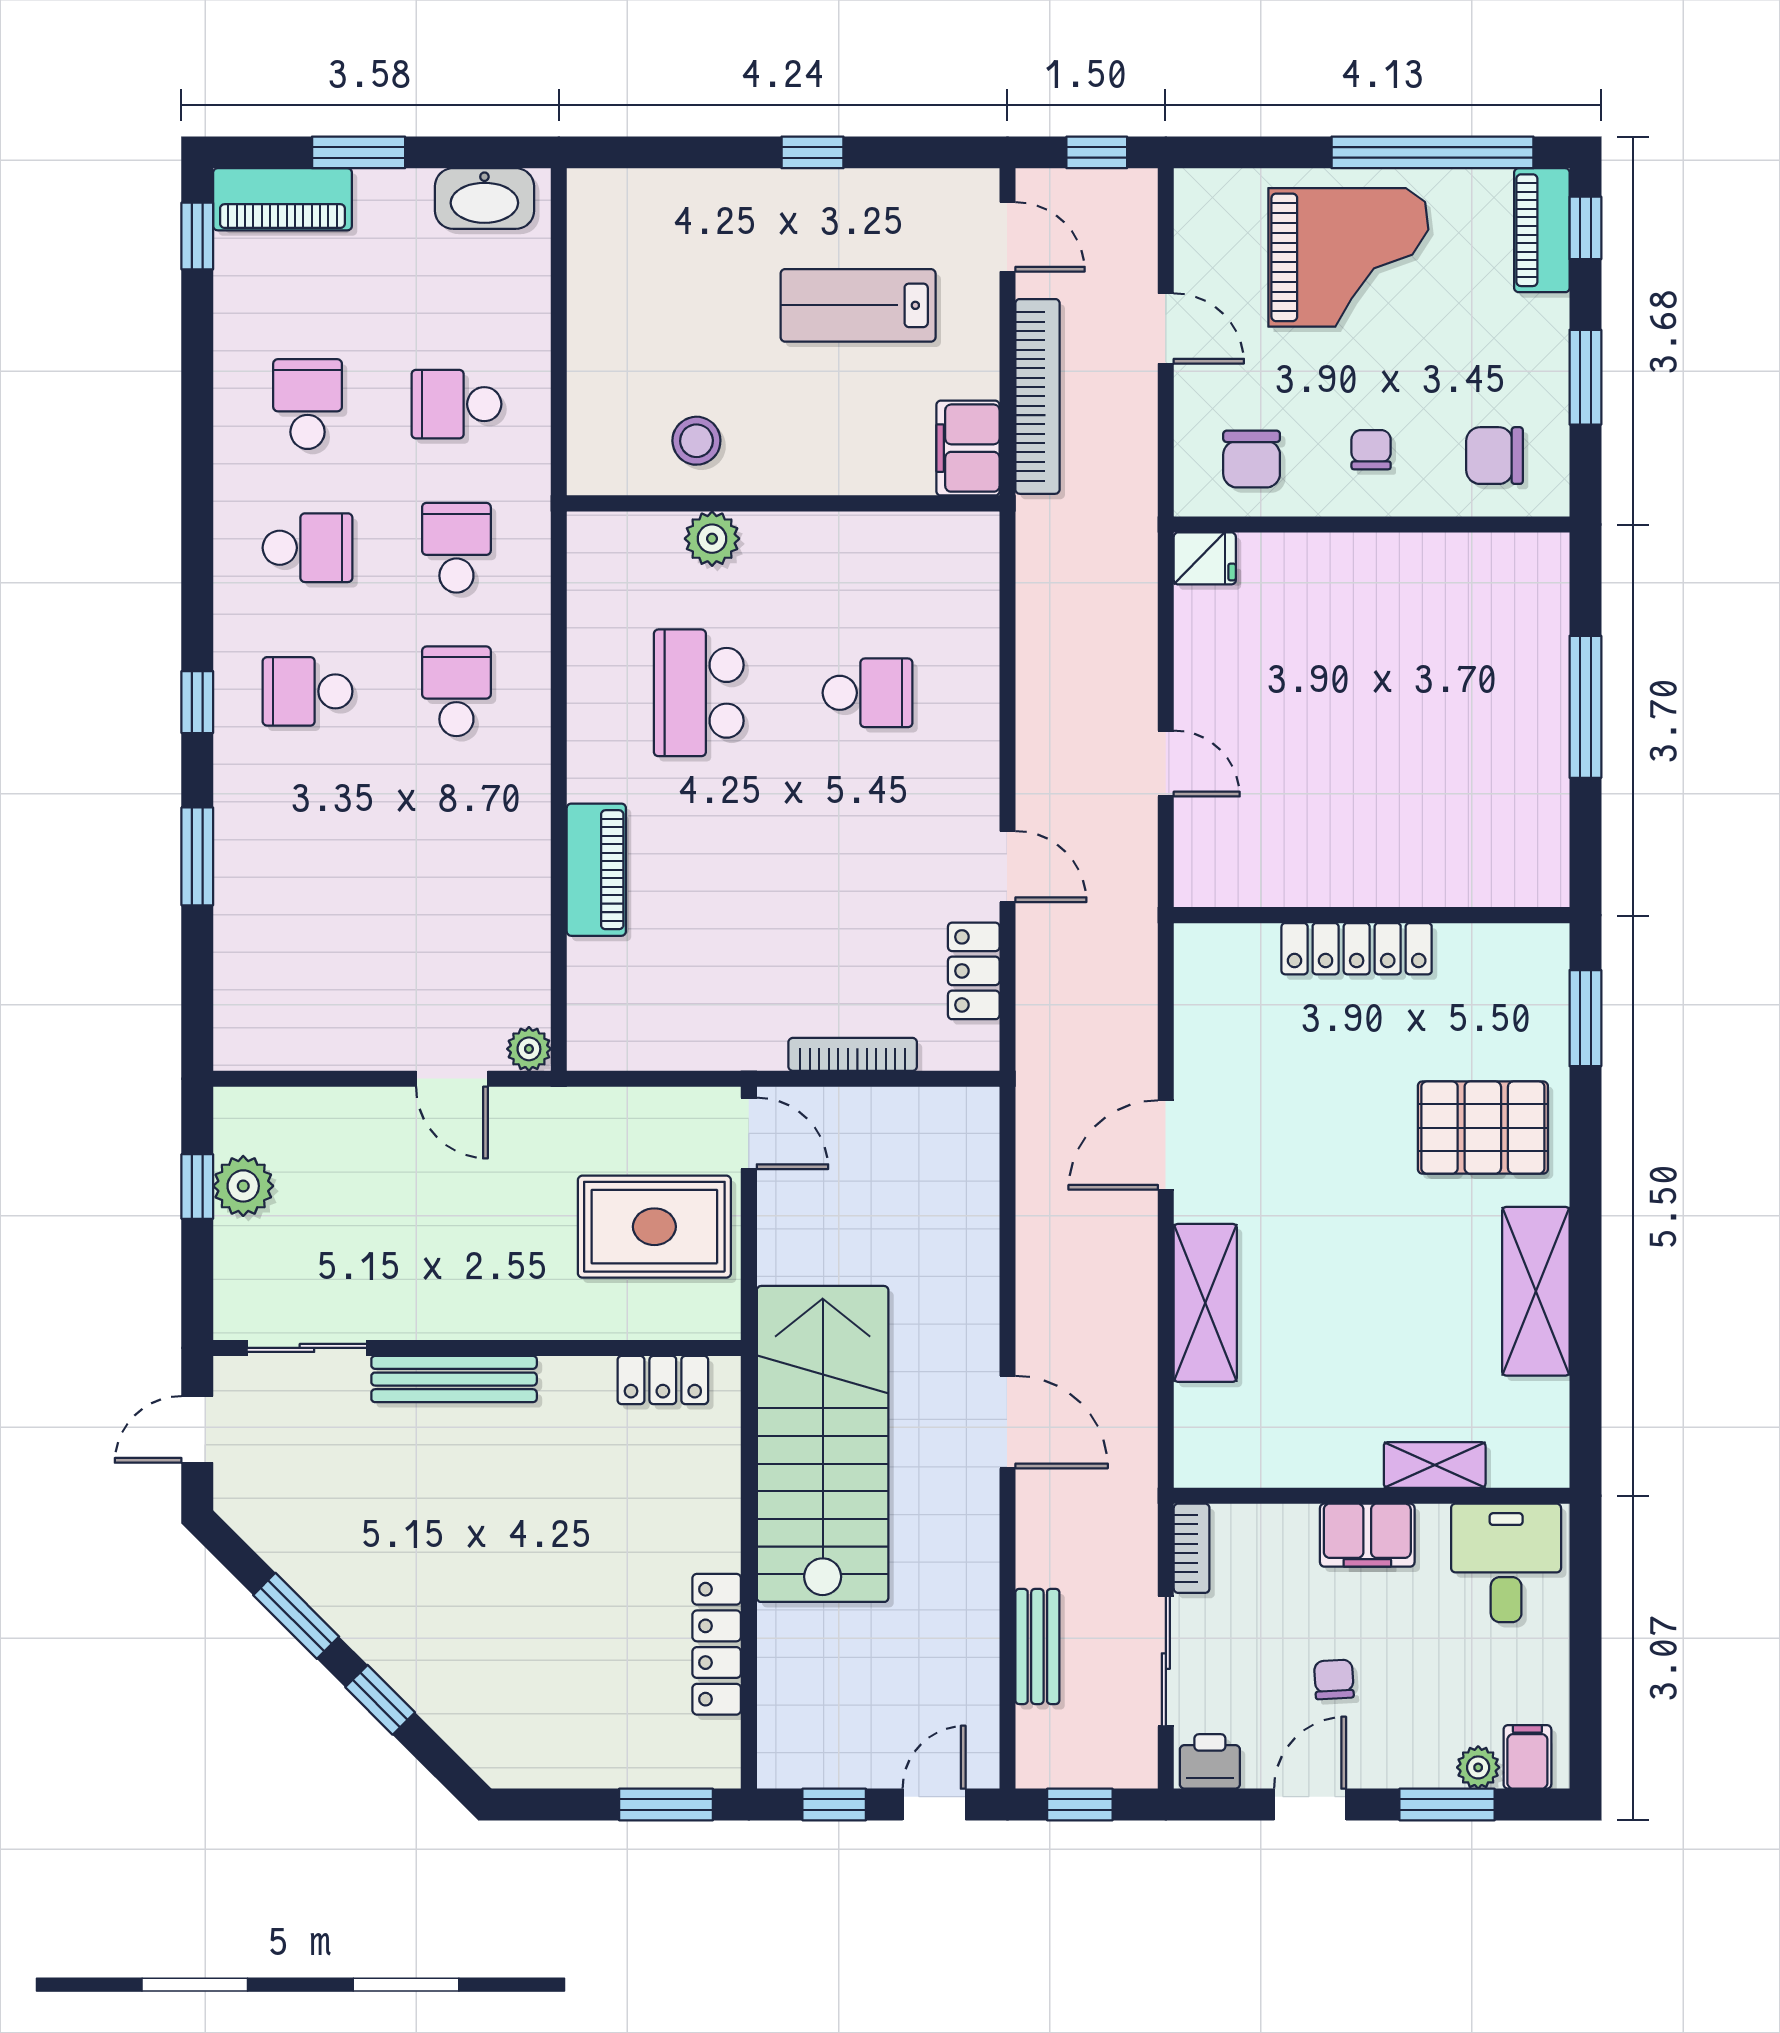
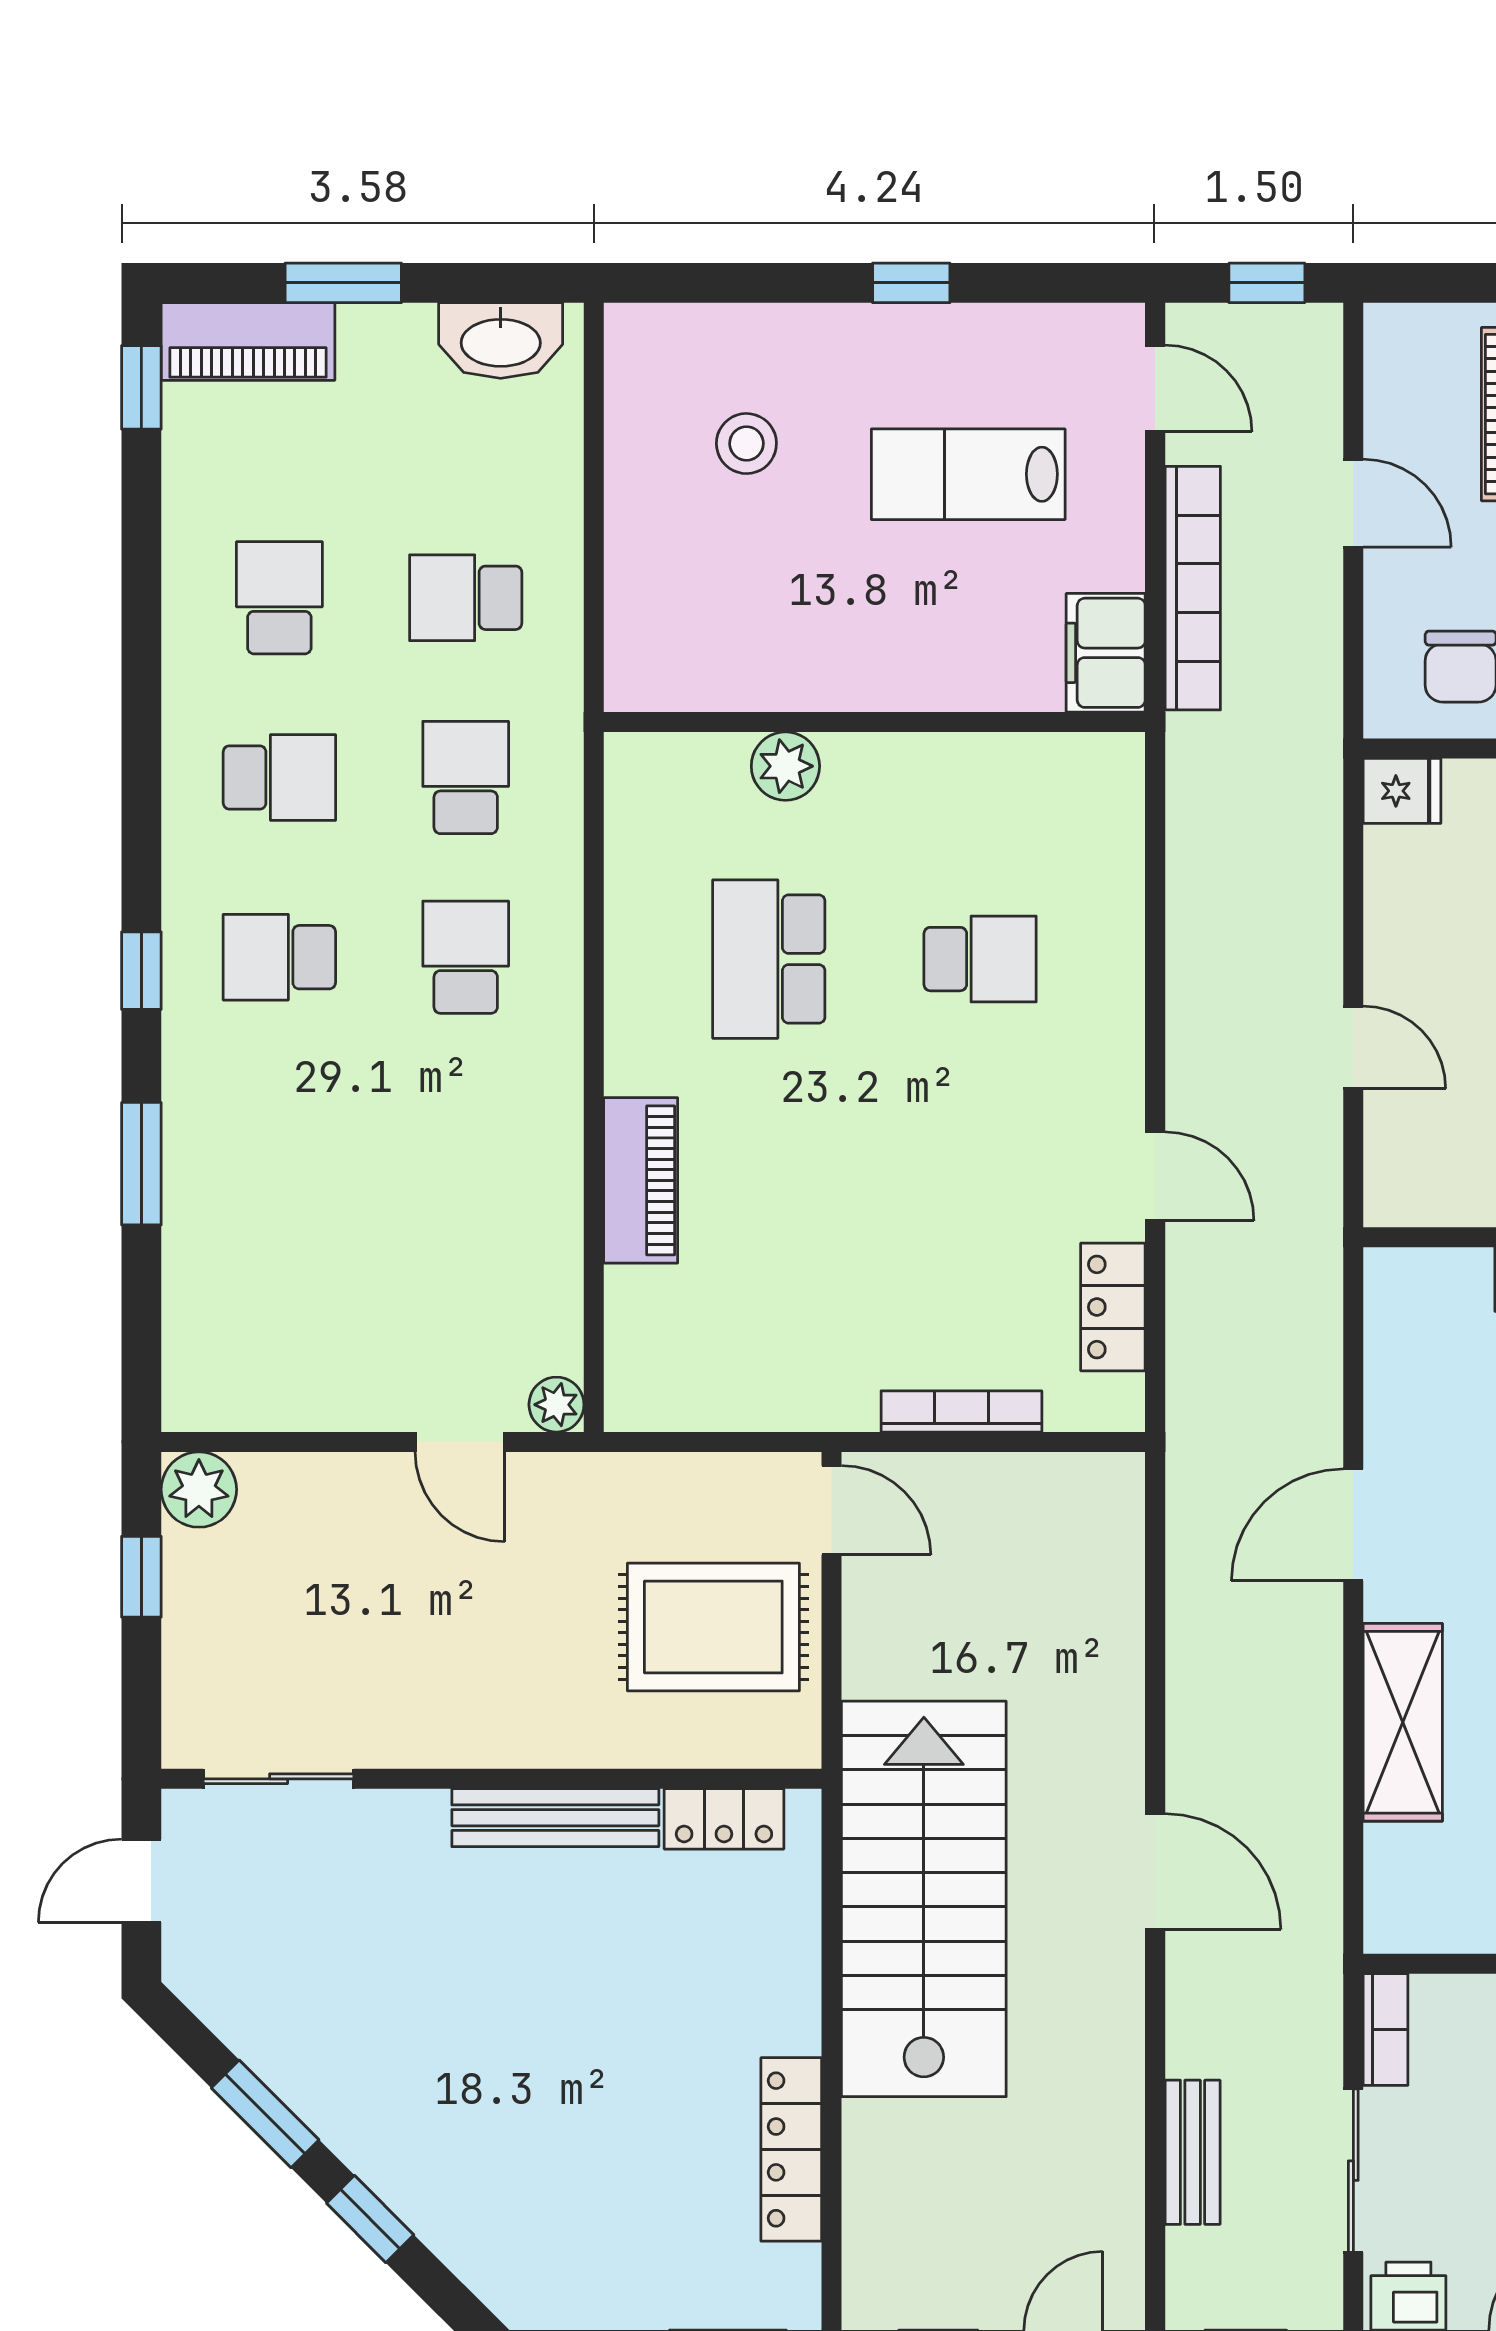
stool: (696, 441) -> (746, 444), moved
plant: (243, 1186) -> (199, 1490), moved
bench: (454, 1379) -> (555, 1818), moved

